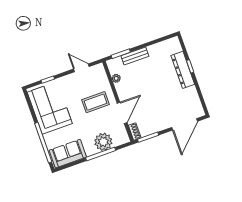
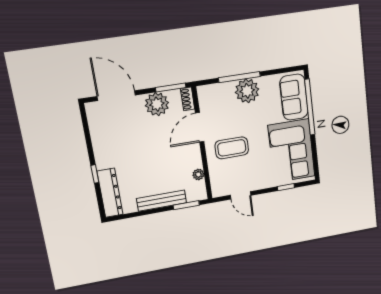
bench: (135, 56) -> (162, 201), width x1.36
dresser: (183, 70) -> (110, 193), moved
plant: (156, 124) -> (157, 104), added
door: (185, 124) -> (116, 96), hinge flipped
plant: (103, 142) -> (247, 91), moved
sofa: (68, 154) -> (294, 97), moved, turned 90

